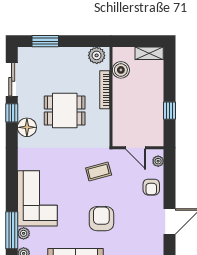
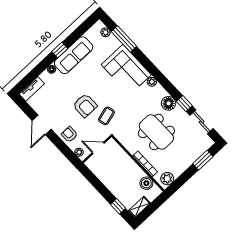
dining table: (65, 111) -> (156, 132), width x1.38
window: (169, 111) -> (118, 206), moved
armchair: (101, 219) -> (85, 106), moved
plant: (24, 233) -> (152, 82), moved

